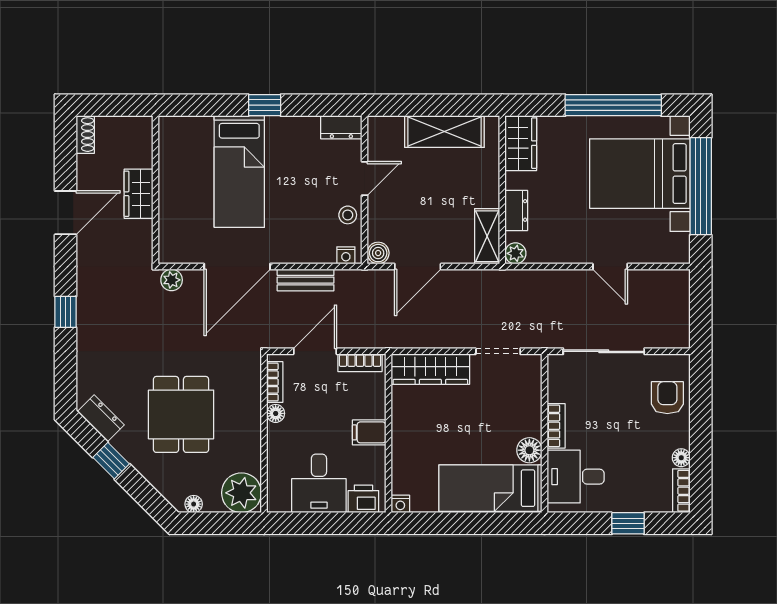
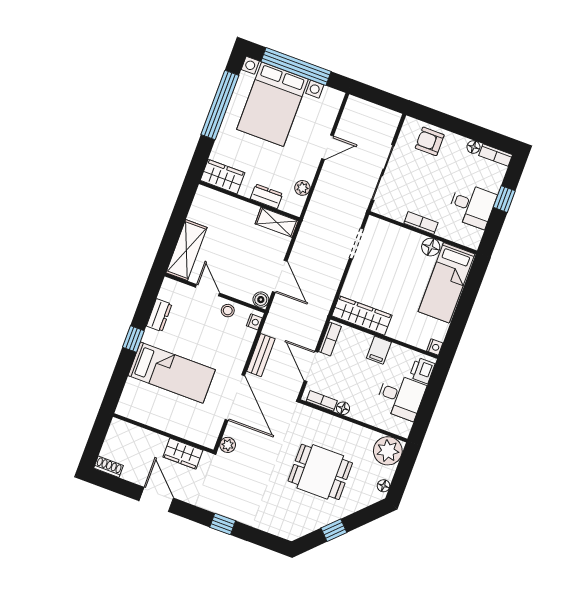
dresser: (341, 127) -> (159, 315), moved
shelving: (444, 132) -> (186, 250), moved
wardrobe: (139, 194) -> (183, 454), moved
plant: (515, 253) -> (302, 188), moved
wardrobe: (430, 369) -> (362, 316), moved, turned -90
dresser: (101, 418) -> (303, 527), removed
desk: (576, 477) -> (472, 205), moved, turned -90

